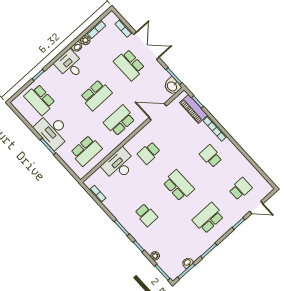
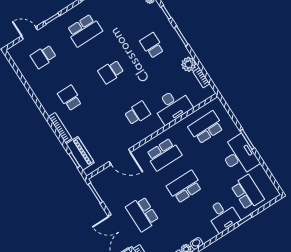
desk: (70, 65) -> (223, 216), moved
school desk: (129, 65) -> (142, 214), turned 180
washbasin: (172, 86) -> (99, 182), removed
school desk: (211, 156) -> (70, 98), turned 180
school desk: (179, 186) -> (111, 72), width x0.54
plant: (111, 204) -> (189, 64), added

